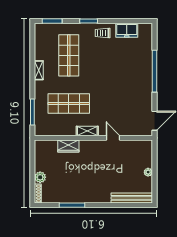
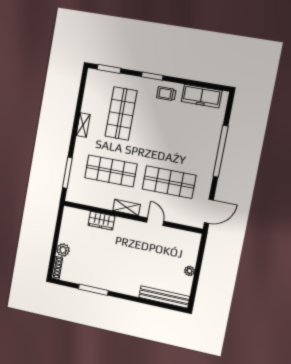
freezer: (127, 30) -> (202, 96), width x1.40
shop shelf: (118, 104) -> (169, 182), added

